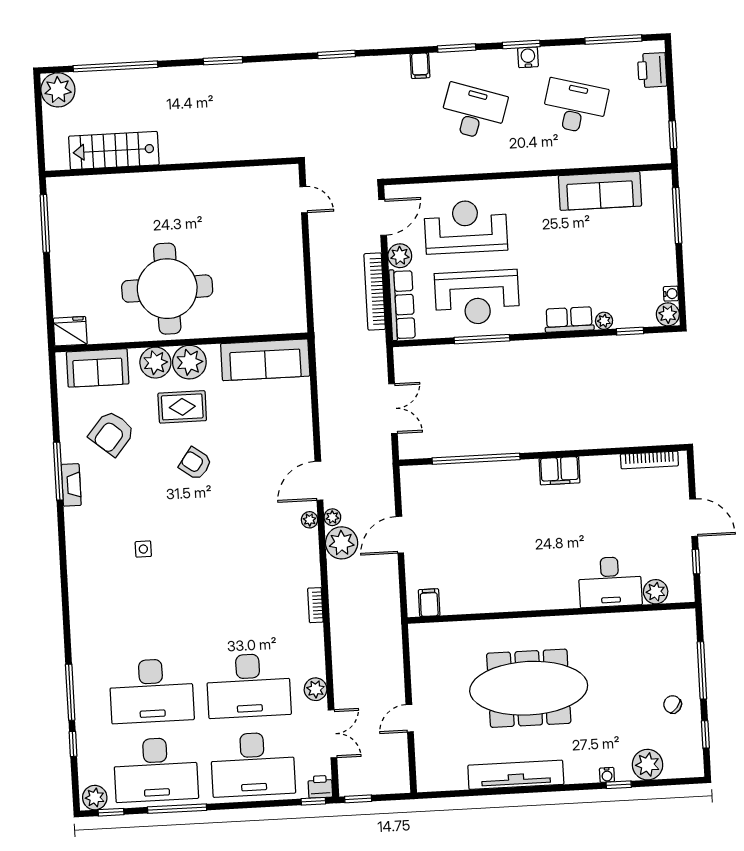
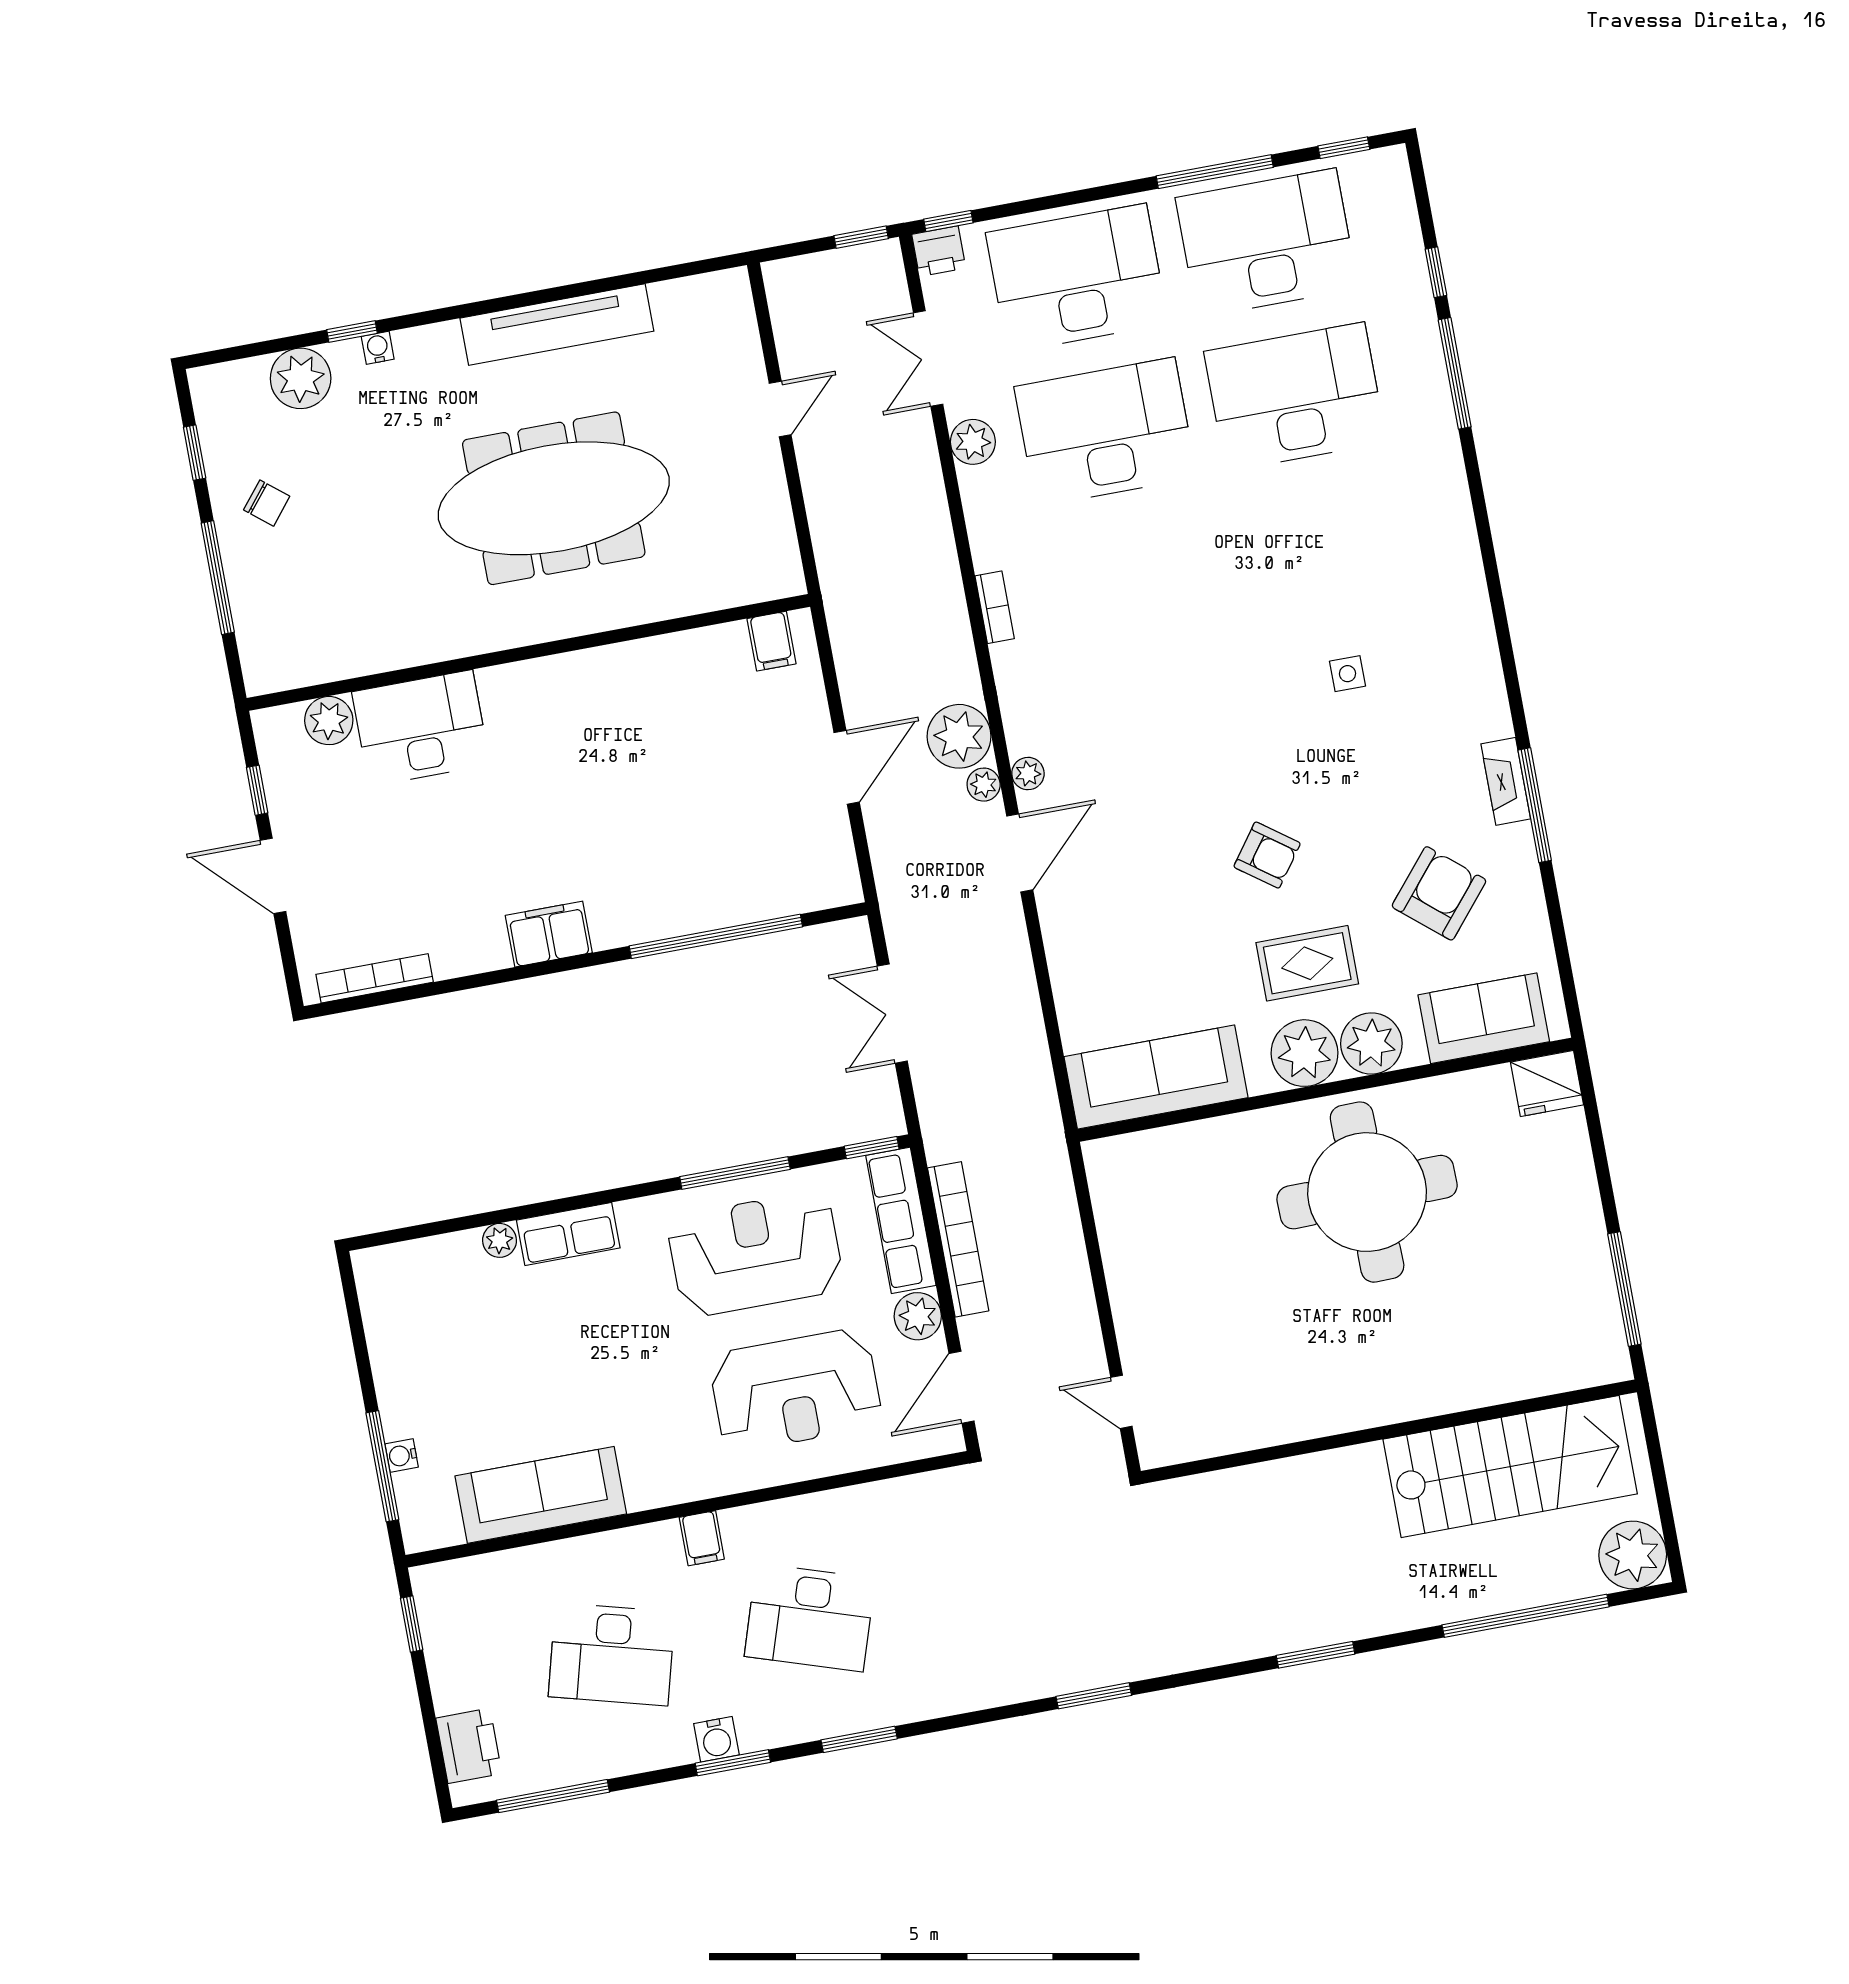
filing cabinet: (420, 66) -> (702, 1538), moved, turned 180
stairs: (114, 151) -> (1510, 1467), width x1.36, depth x1.51
water cooler: (671, 294) -> (402, 1456), moved
plant: (668, 314) -> (376, 1269), removed
window: (630, 331) -> (872, 1148), moved
plant: (95, 798) -> (1379, 172), removed

